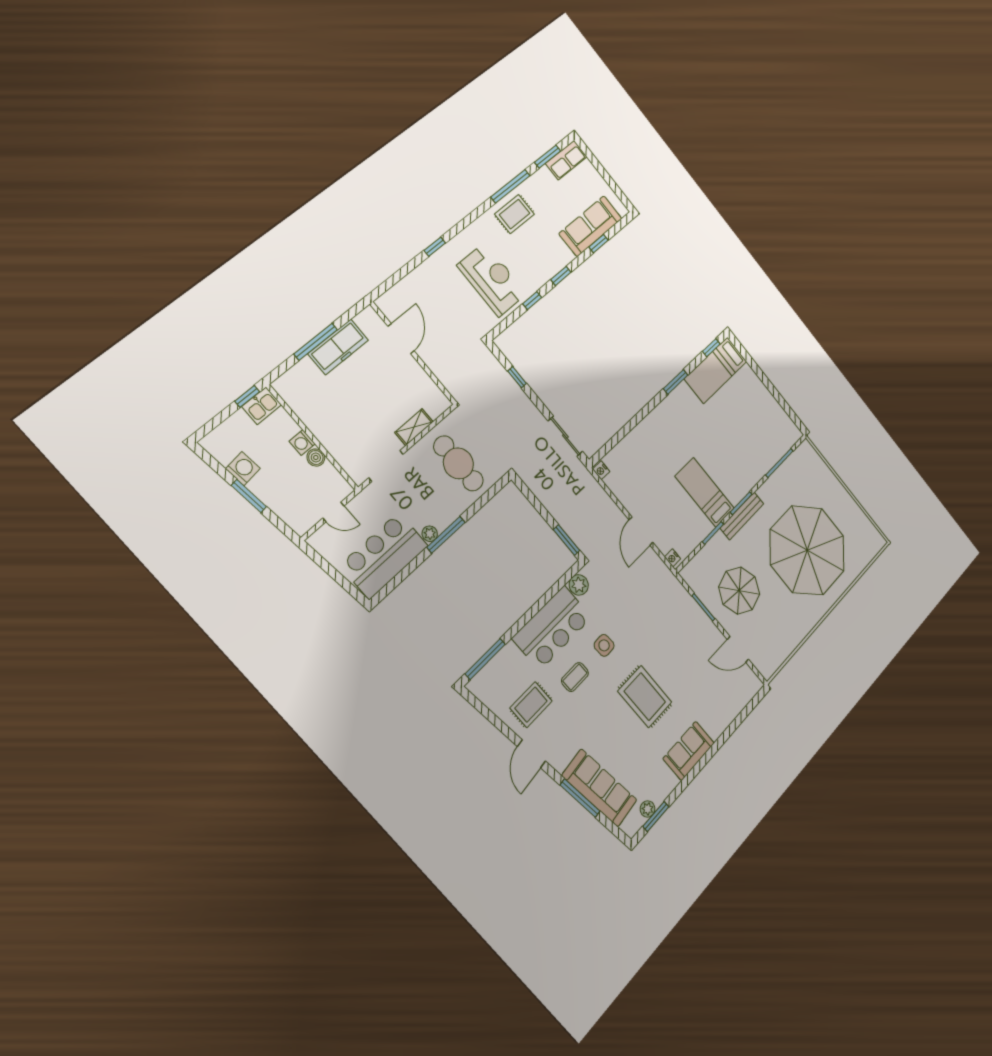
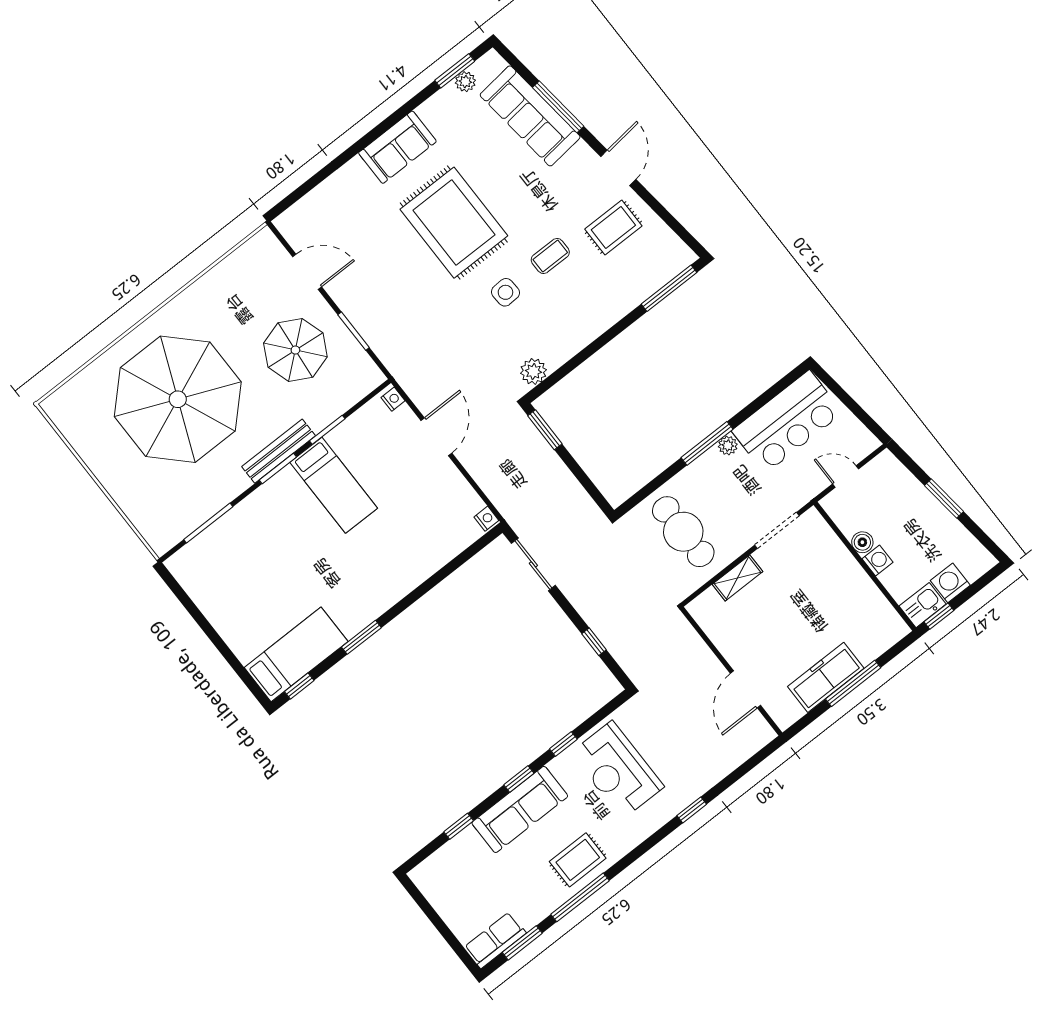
sofa: (591, 226) -> (520, 809), moved
washing machine: (243, 469) -> (950, 583), moved, turned 96
bar counter: (552, 628) -> (576, 320), removed
rug: (645, 697) -> (454, 223), width x1.37, depth x1.44

